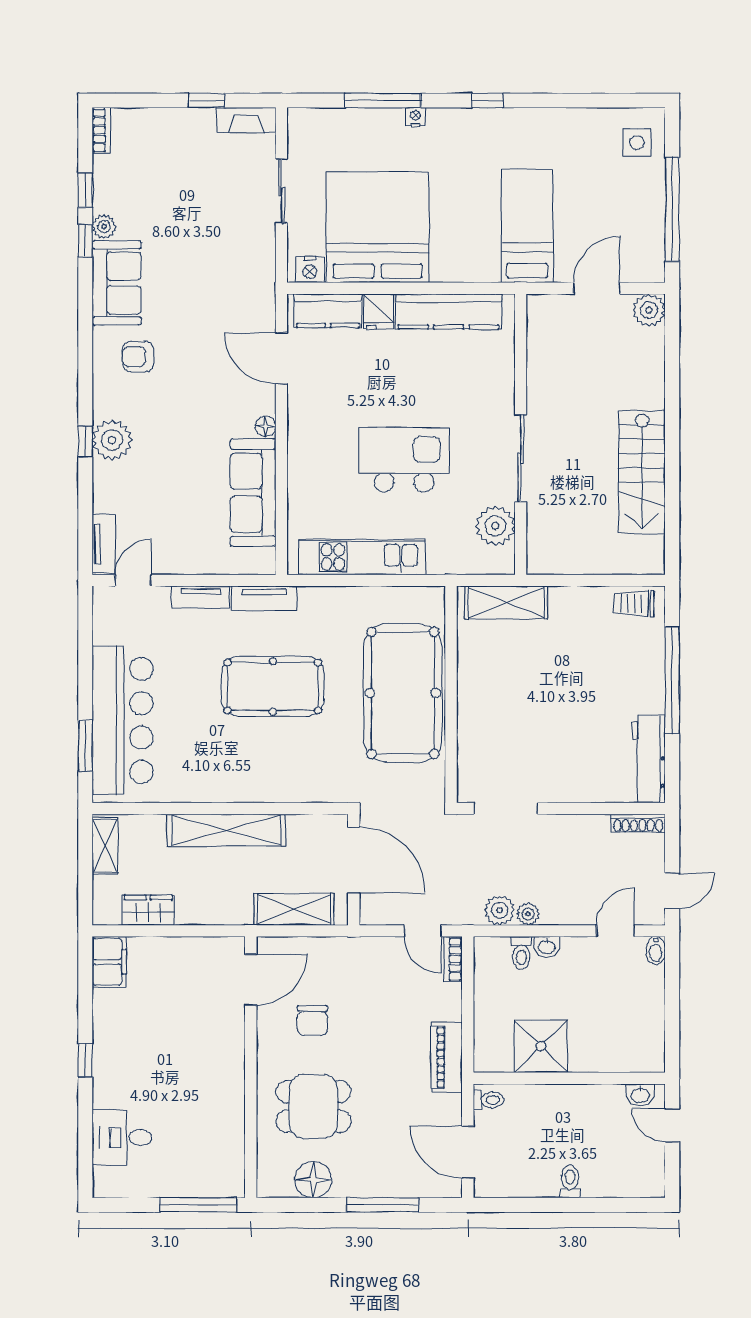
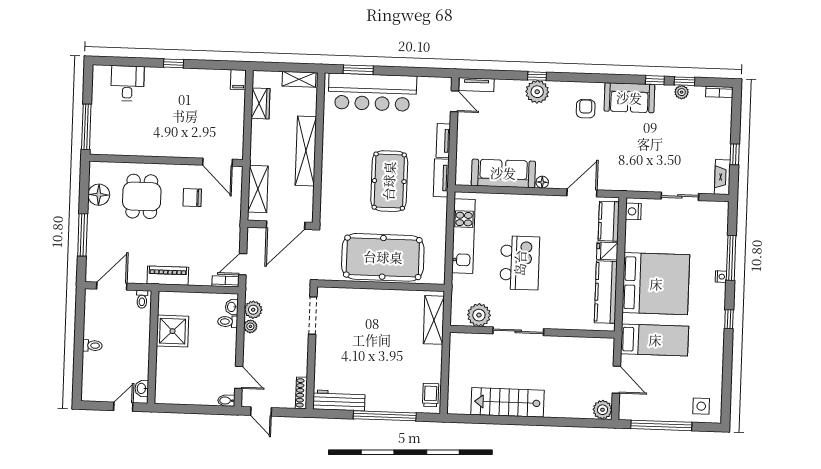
plant: (104, 227) -> (682, 92), moved
bed: (377, 227) -> (656, 284), moved
washbasin: (547, 947) -> (232, 307), moved
filing cabinet: (109, 962) -> (238, 80), width x0.50

